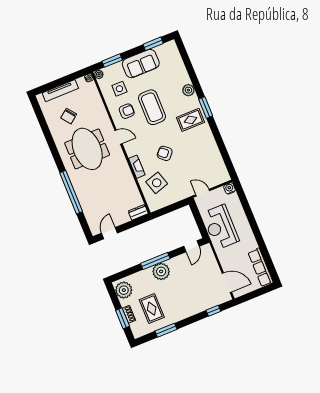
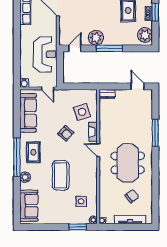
window: (153, 44) -> (39, 227), removed
sofa: (141, 64) -> (29, 206), moved, turned 90
window: (206, 107) -> (17, 157), width x2.11
armchair: (127, 111) -> (83, 181), removed
rug: (191, 120) -> (33, 152), turned 90
door: (118, 137) -> (98, 150), moved
sofa: (213, 159) -> (28, 113), added
window: (71, 192) -> (155, 133), width x0.68
door: (110, 233) -> (138, 86), swing flipped
plant: (161, 271) -> (96, 38), moved

